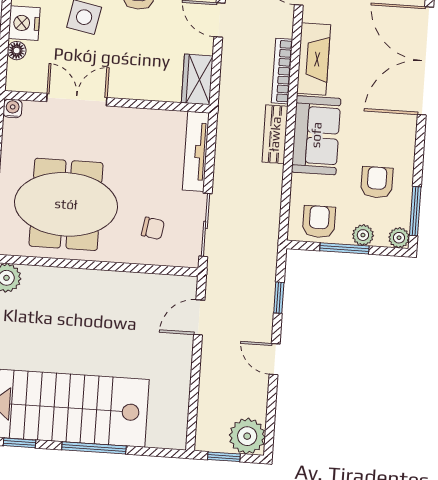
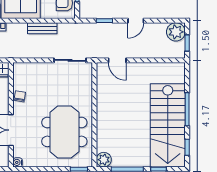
bench: (275, 134) -> (42, 28), moved
tv unit: (196, 151) -> (33, 68), removed
chair: (153, 228) -> (20, 96), moved

